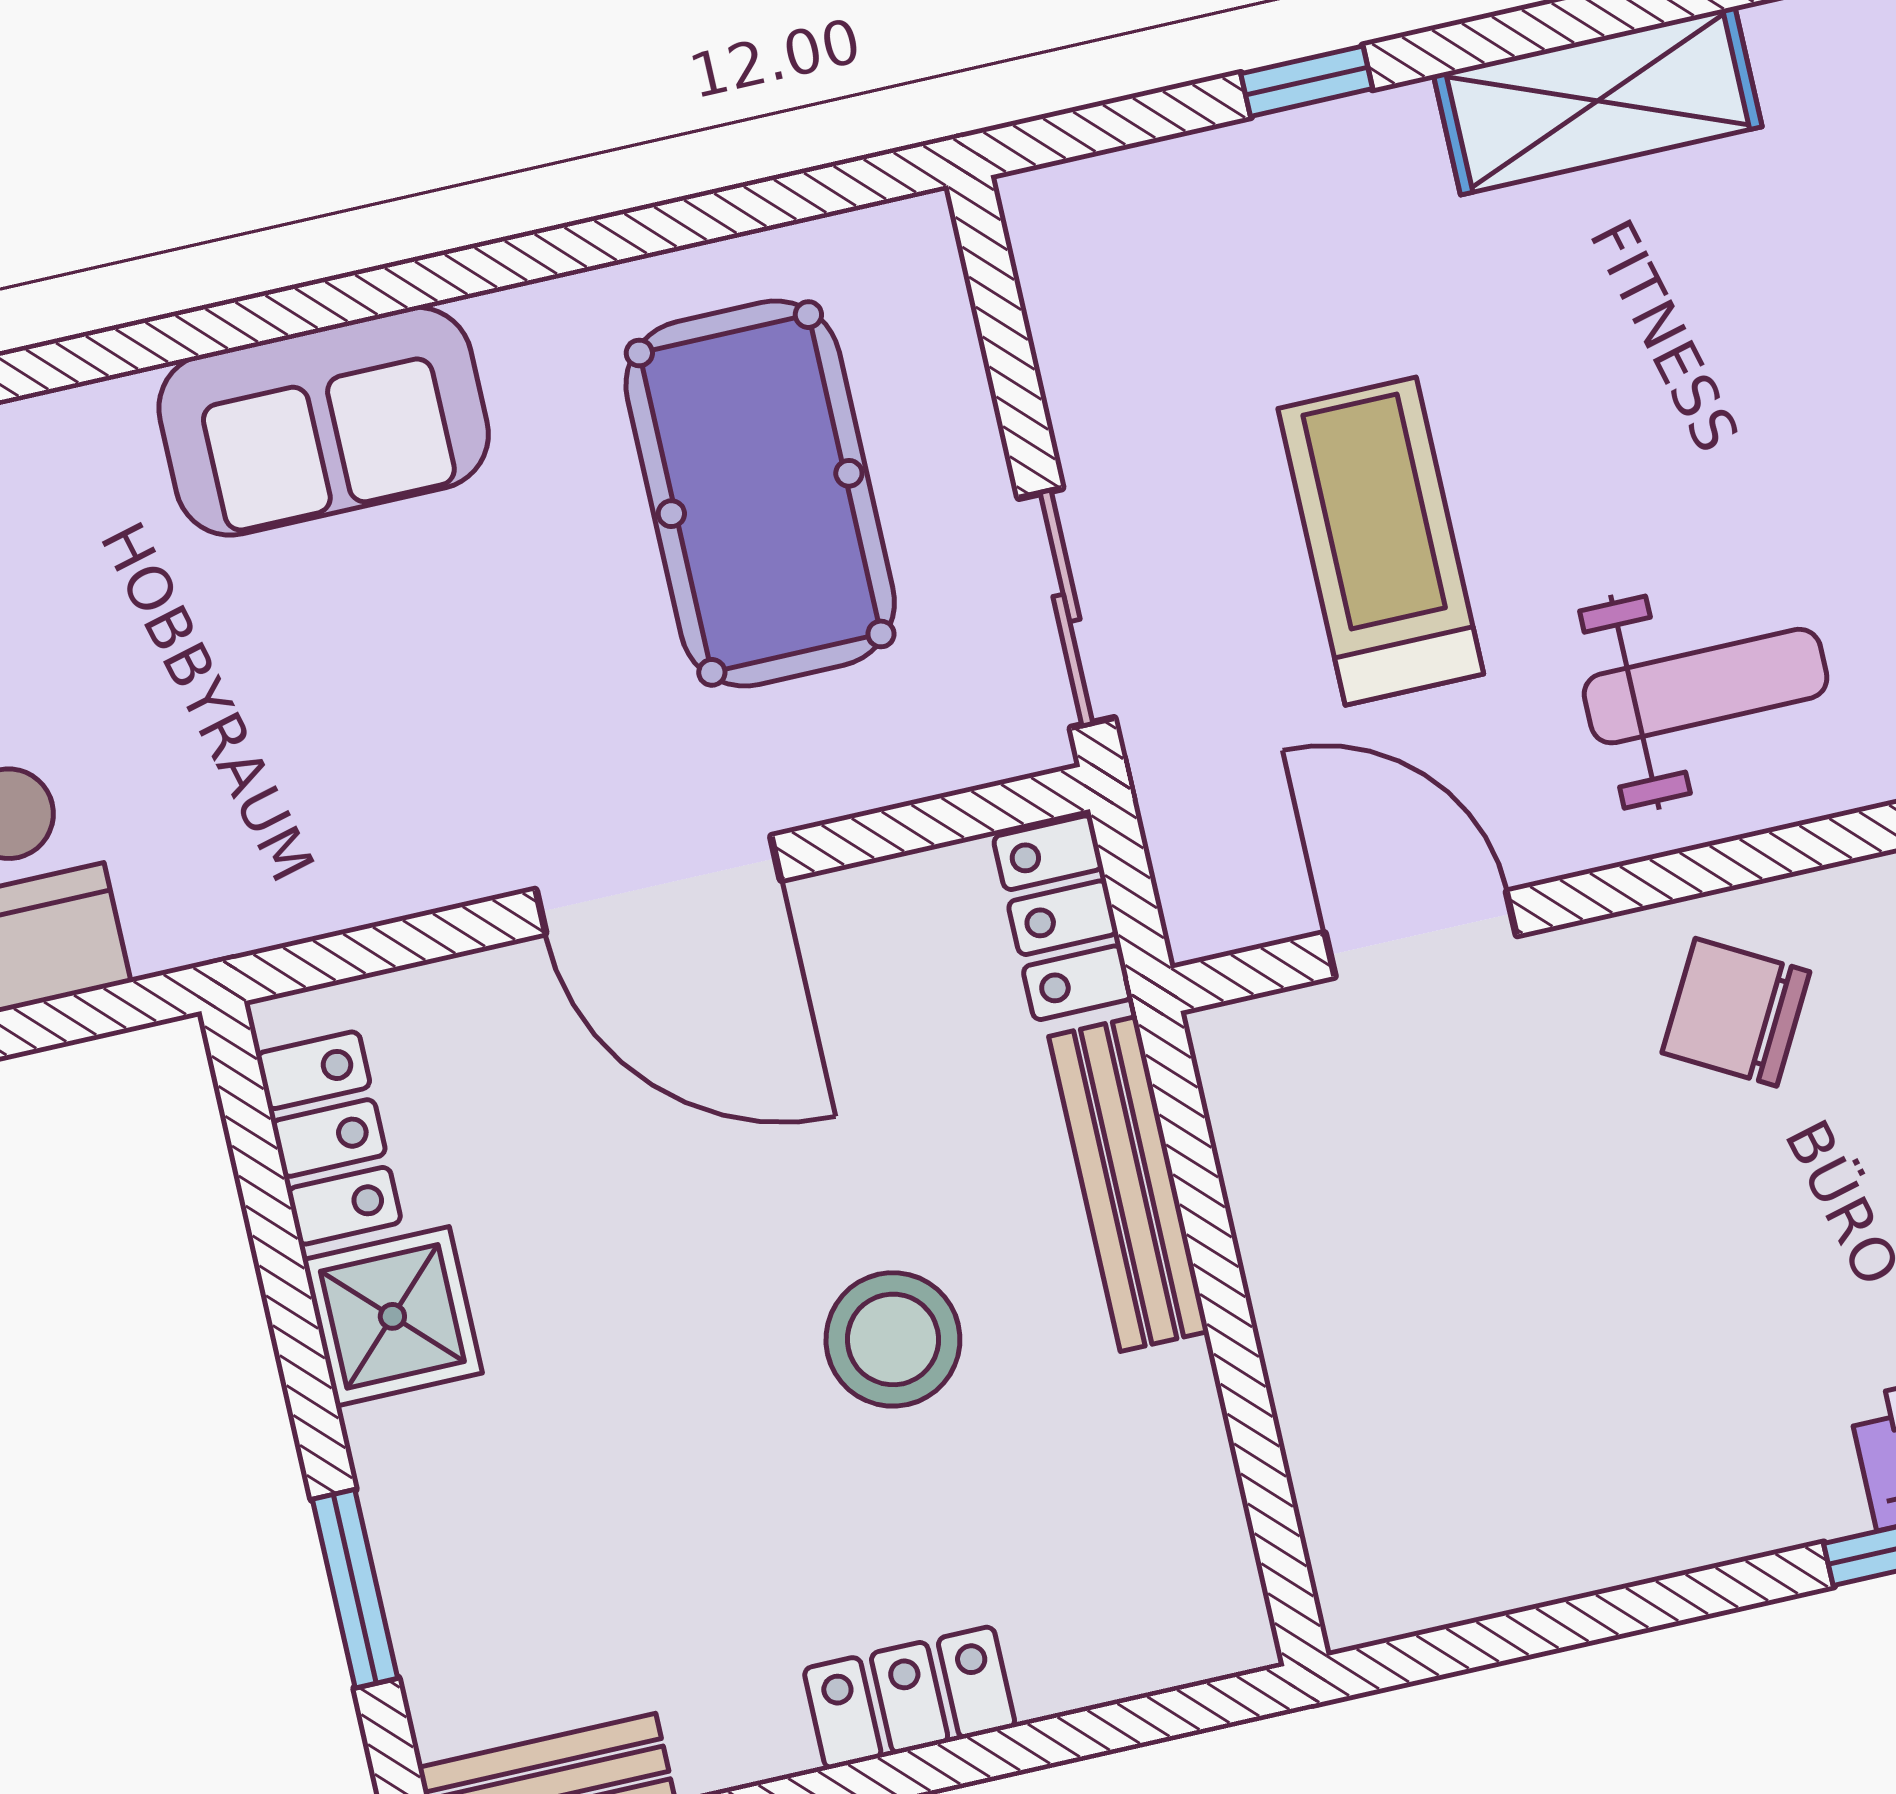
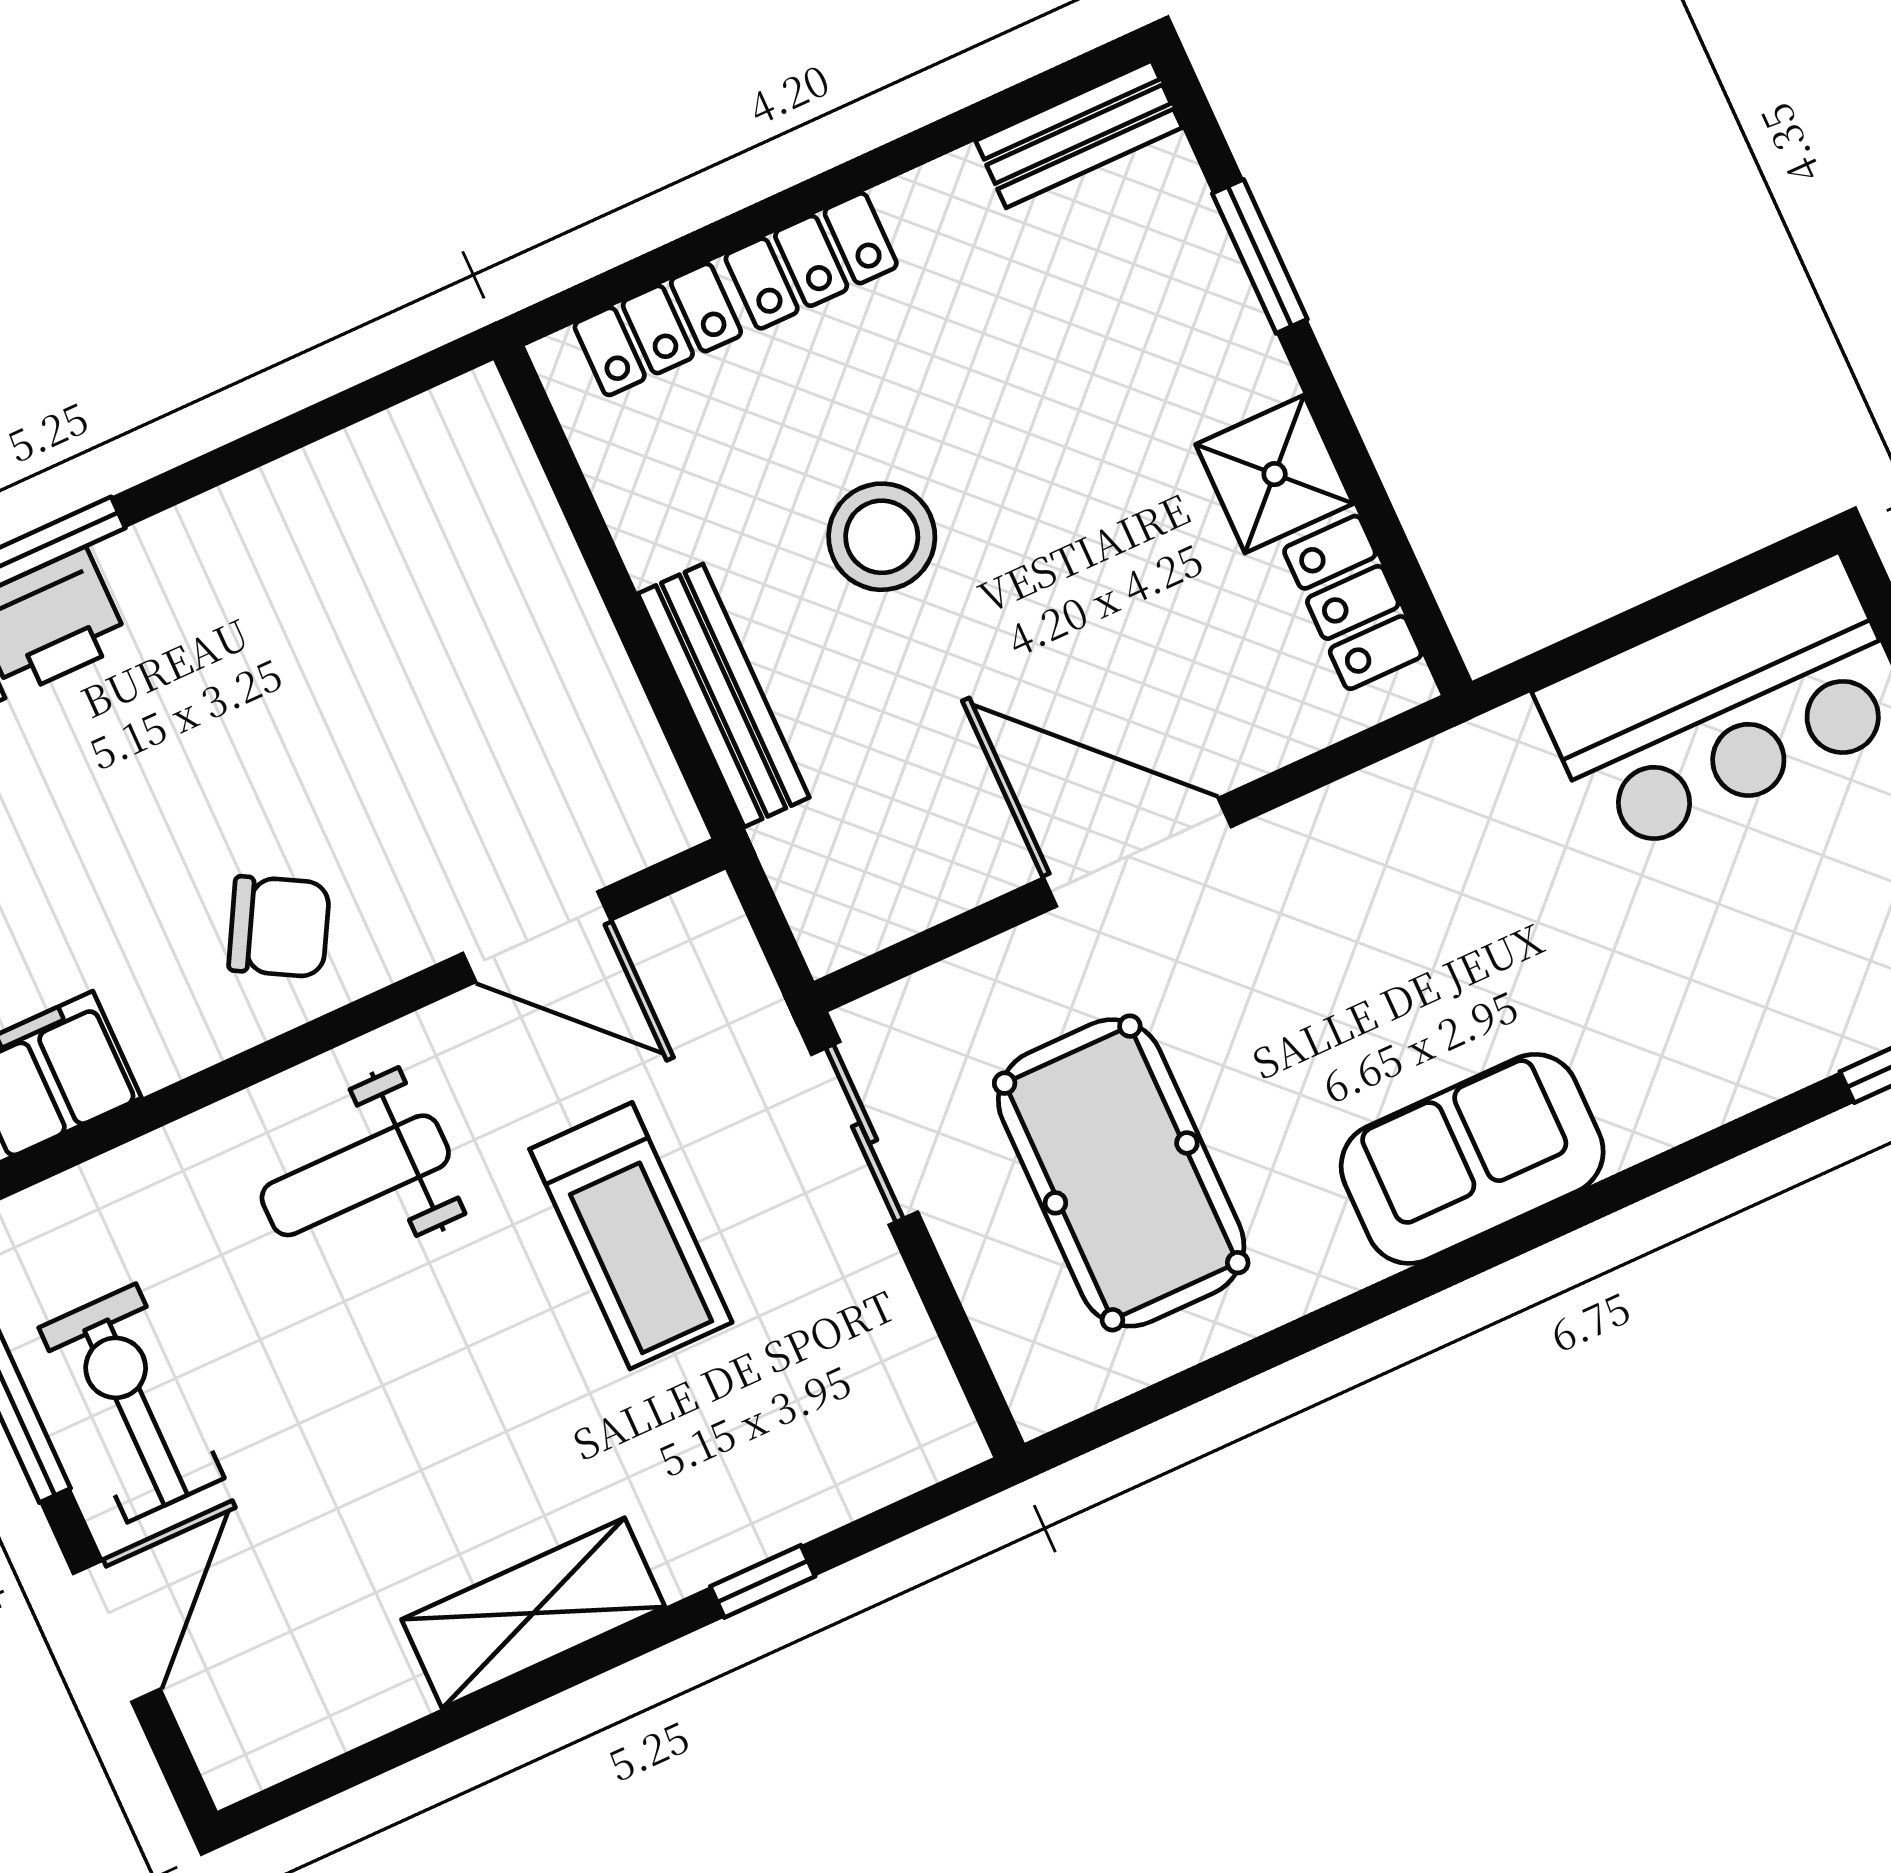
locker: (1063, 918) -> (658, 329), moved, turned 90

